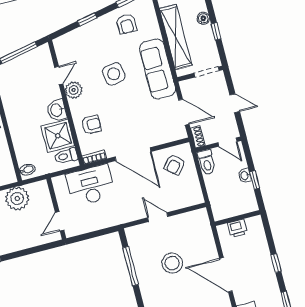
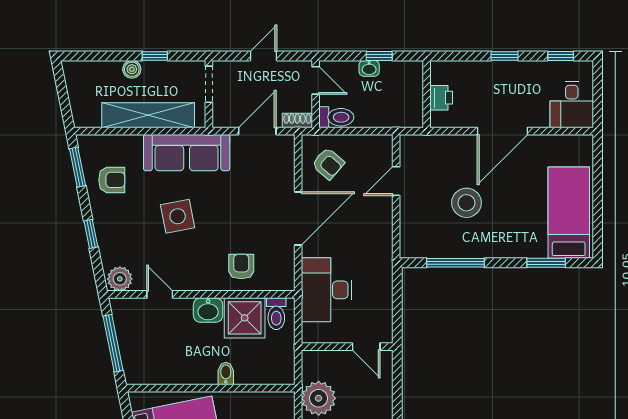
plant: (74, 90) -> (120, 279), moved
door: (227, 142) -> (316, 80), hinge flipped
bookcase: (94, 157) -> (288, 274), removed
bidet: (27, 170) -> (226, 373), moved
door: (158, 217) -> (396, 181), moved

